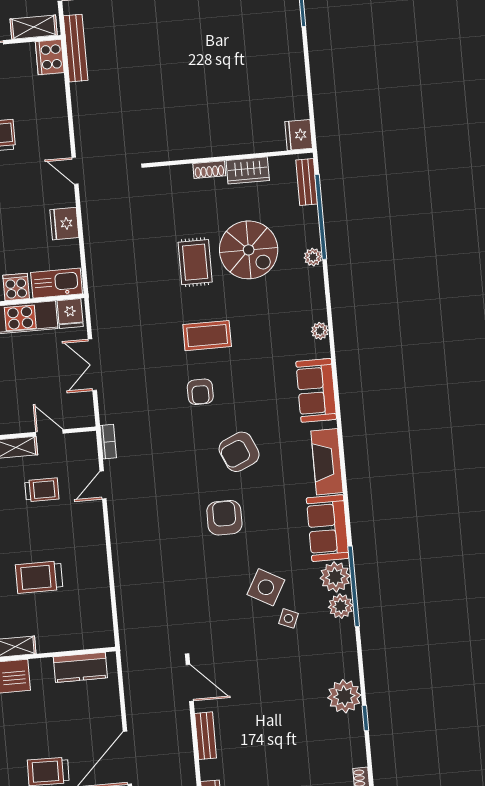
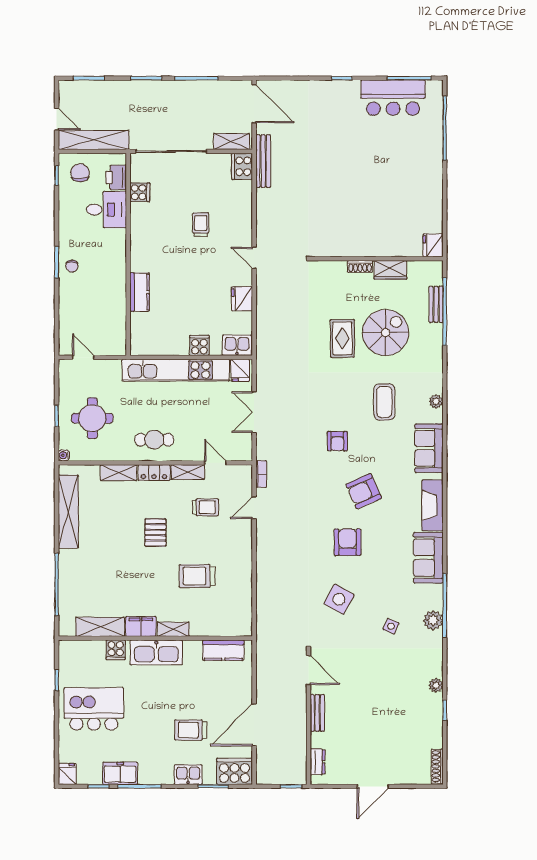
bench: (307, 182) -> (436, 304), moved
spiral stairs: (249, 250) -> (385, 333), turned -90
plant: (313, 257) -> (436, 343), removed
kitchen sink: (57, 283) -> (237, 345), width x0.73
coffee table: (207, 336) -> (384, 402), moved, turned 90
plant: (335, 577) -> (431, 597), removed
side table: (266, 587) -> (339, 599), moved
plant: (344, 696) -> (436, 685), width x0.53, depth x0.53

